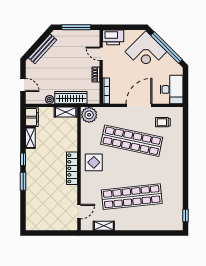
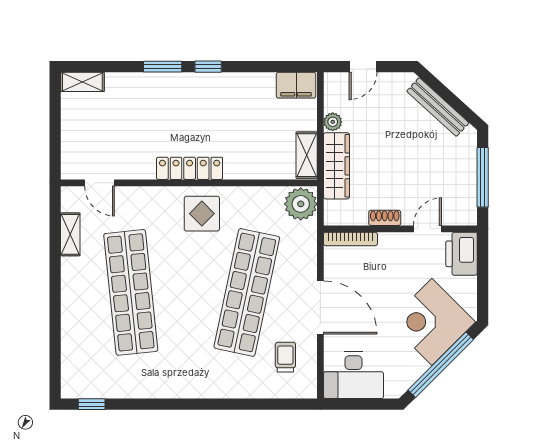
shelving: (30, 138) -> (82, 82), moved

